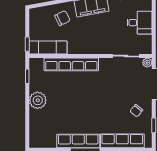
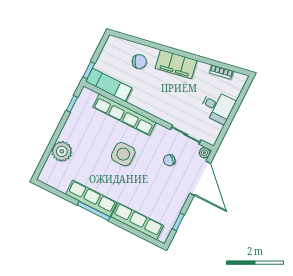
side table: (86, 95) -> (123, 154), added
plant: (38, 100) -> (62, 151), moved
chair: (136, 111) -> (169, 160), moved

